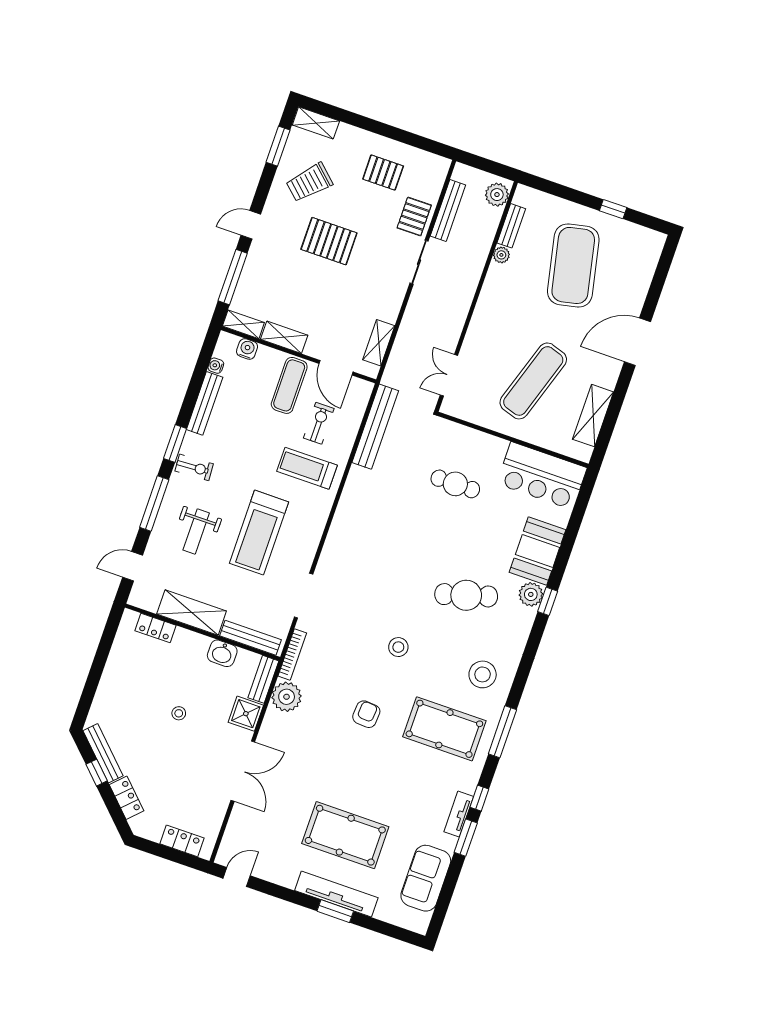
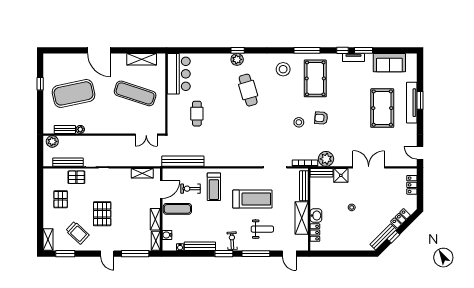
booth: (538, 551) -> (215, 63), removed
stool: (398, 647) -> (299, 122), moved
washbasin: (222, 653) -> (316, 216), moved

